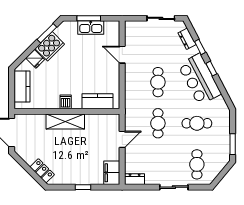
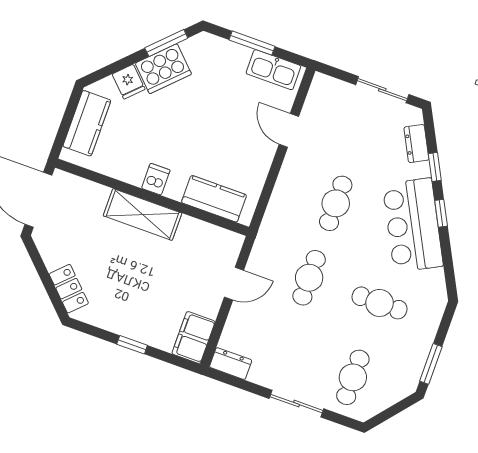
kitchen sink: (91, 28) -> (273, 70), moved

